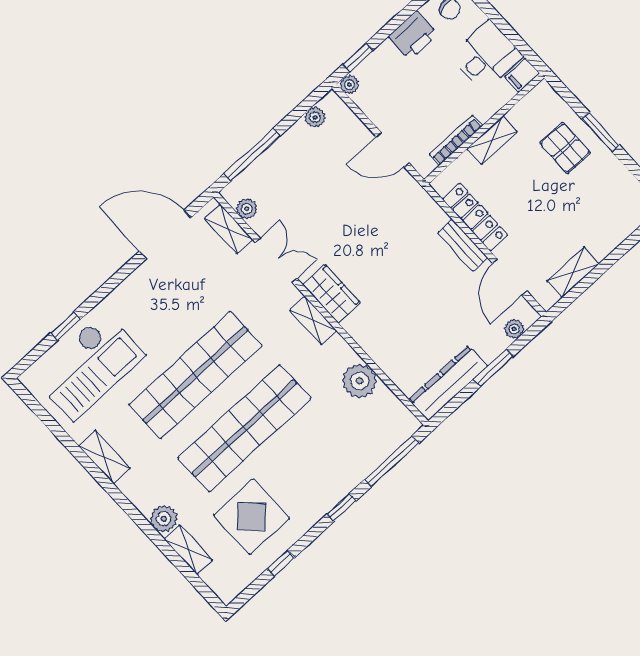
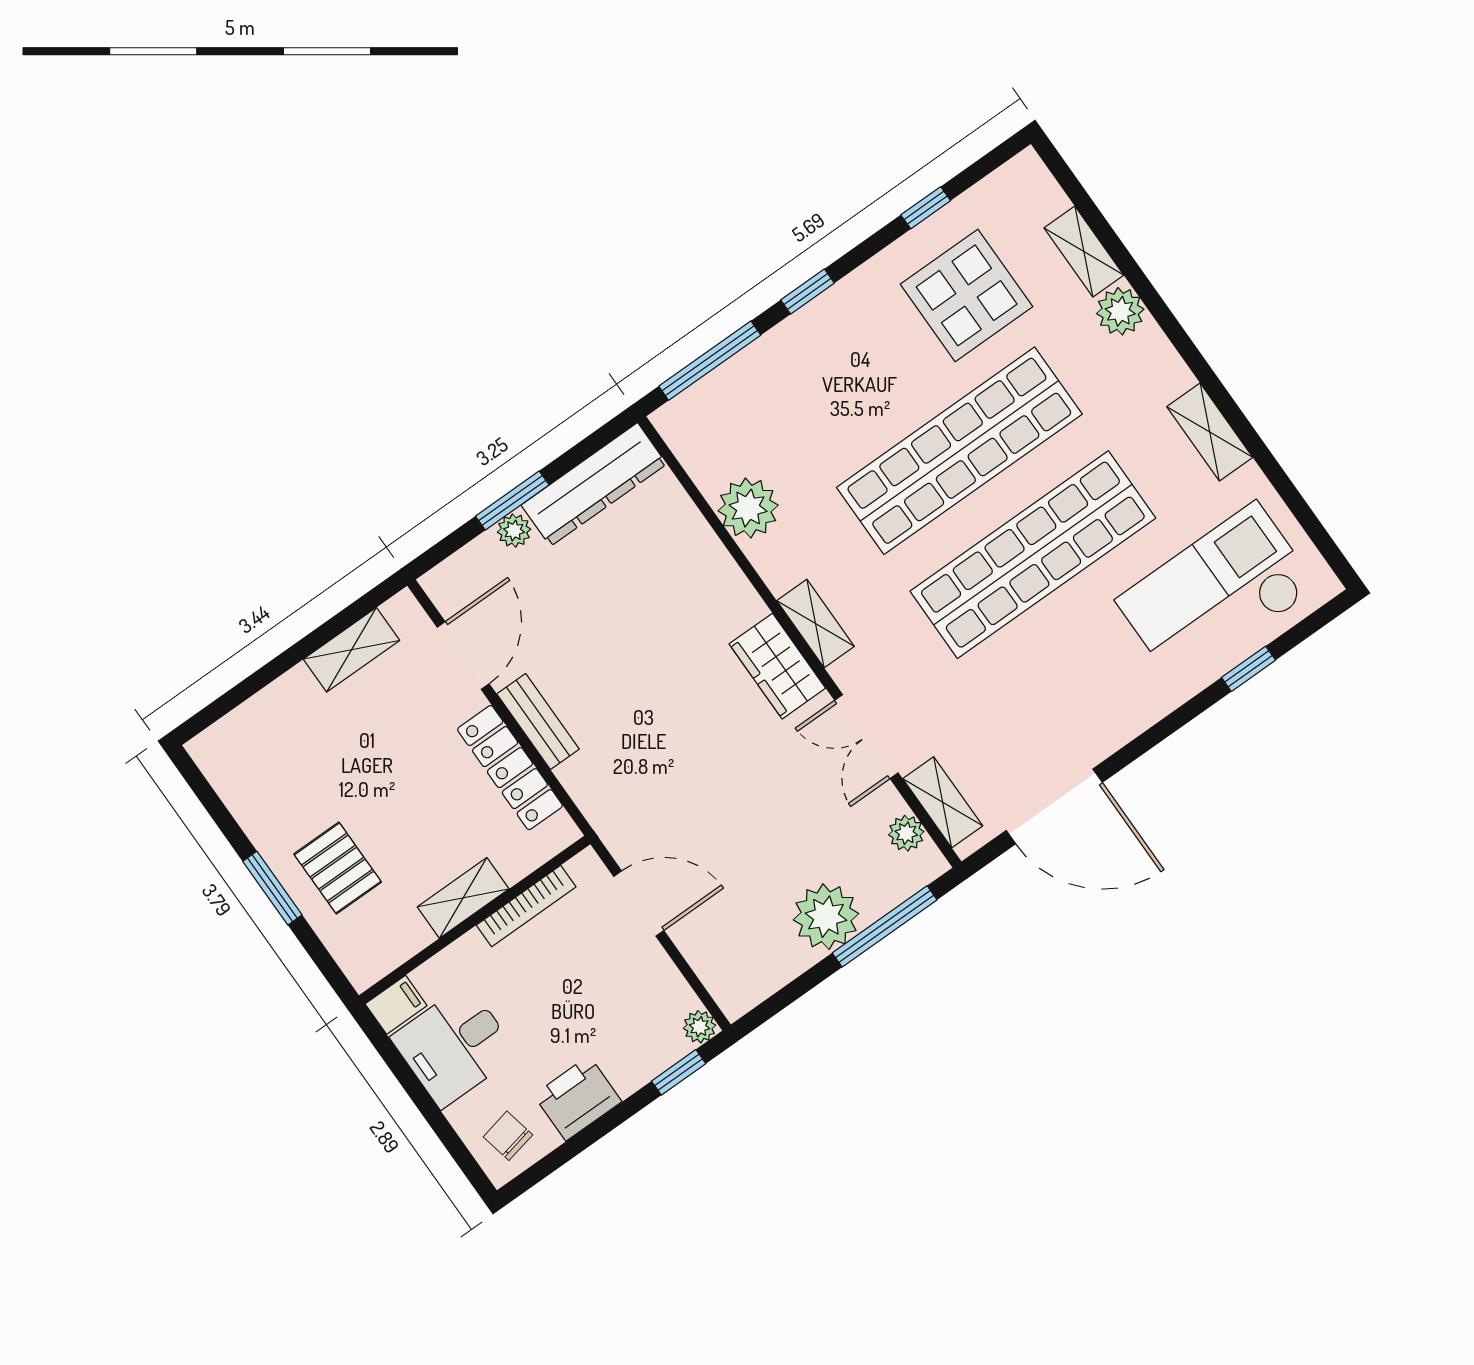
plant: (315, 117) -> (826, 917), moved, width x1.87, depth x1.87
plant: (514, 329) -> (514, 531), moved

